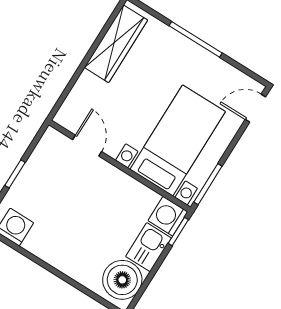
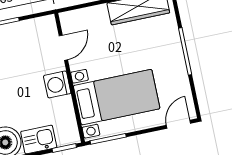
door: (255, 108) -> (178, 124), hinge flipped
washing machine: (168, 216) -> (57, 84), moved, turned -90

